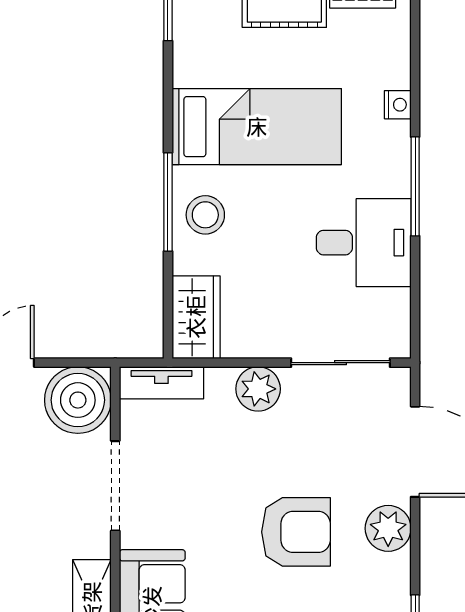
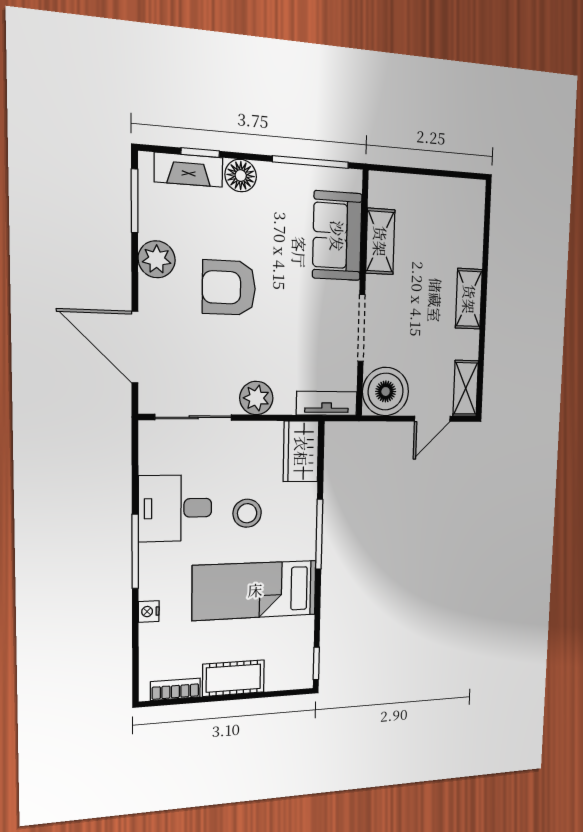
stool: (205, 215) -> (247, 513), moved
plant: (388, 528) -> (157, 259), moved

